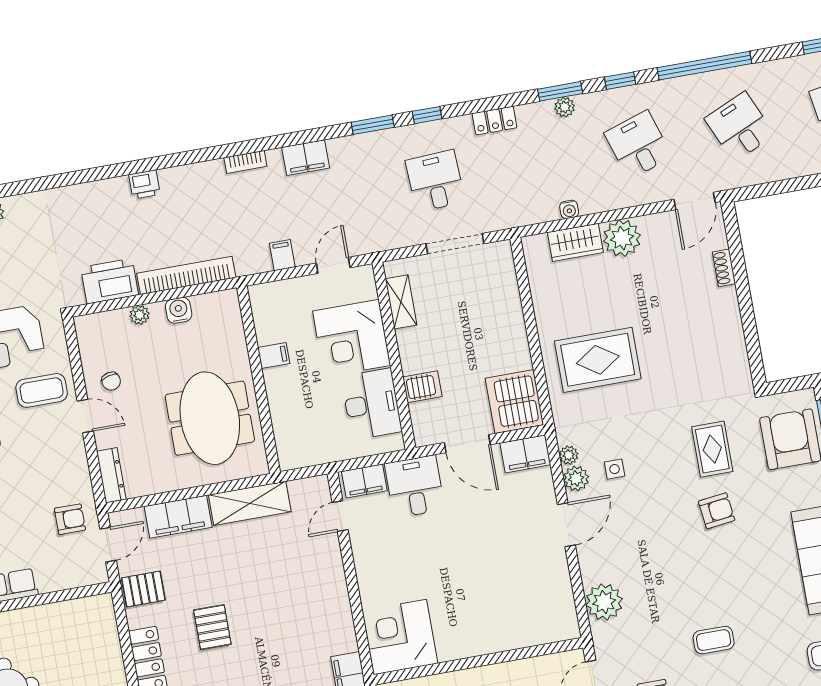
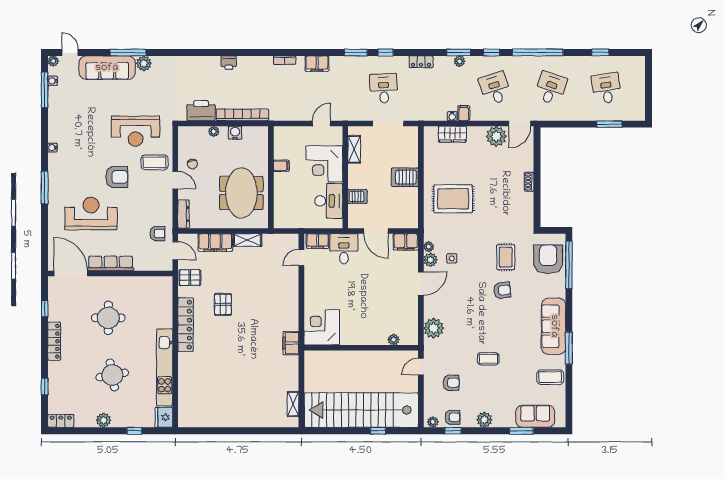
desk: (740, 127) -> (551, 88), turned 42
plant: (622, 238) -> (496, 136), moved
filing cabinet: (282, 255) -> (464, 113), moved
shoe rack: (724, 268) -> (529, 182), moved
server rack: (514, 402) -> (405, 177), moved, width x0.62
shelving: (250, 503) -> (247, 240), width x0.67, depth x0.75
door: (108, 545) -> (175, 251), hinge flipped
plant: (535, 636) -> (394, 340), added

